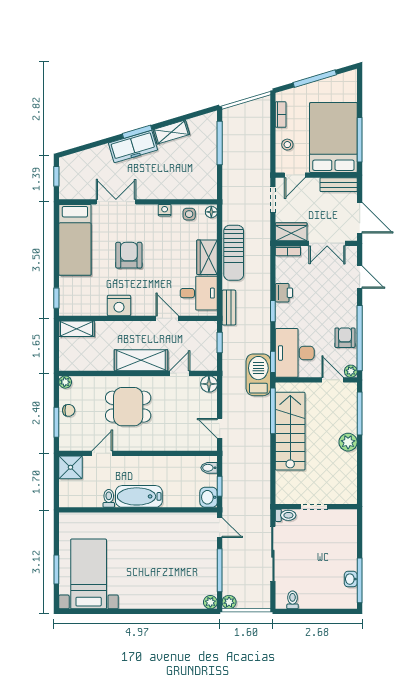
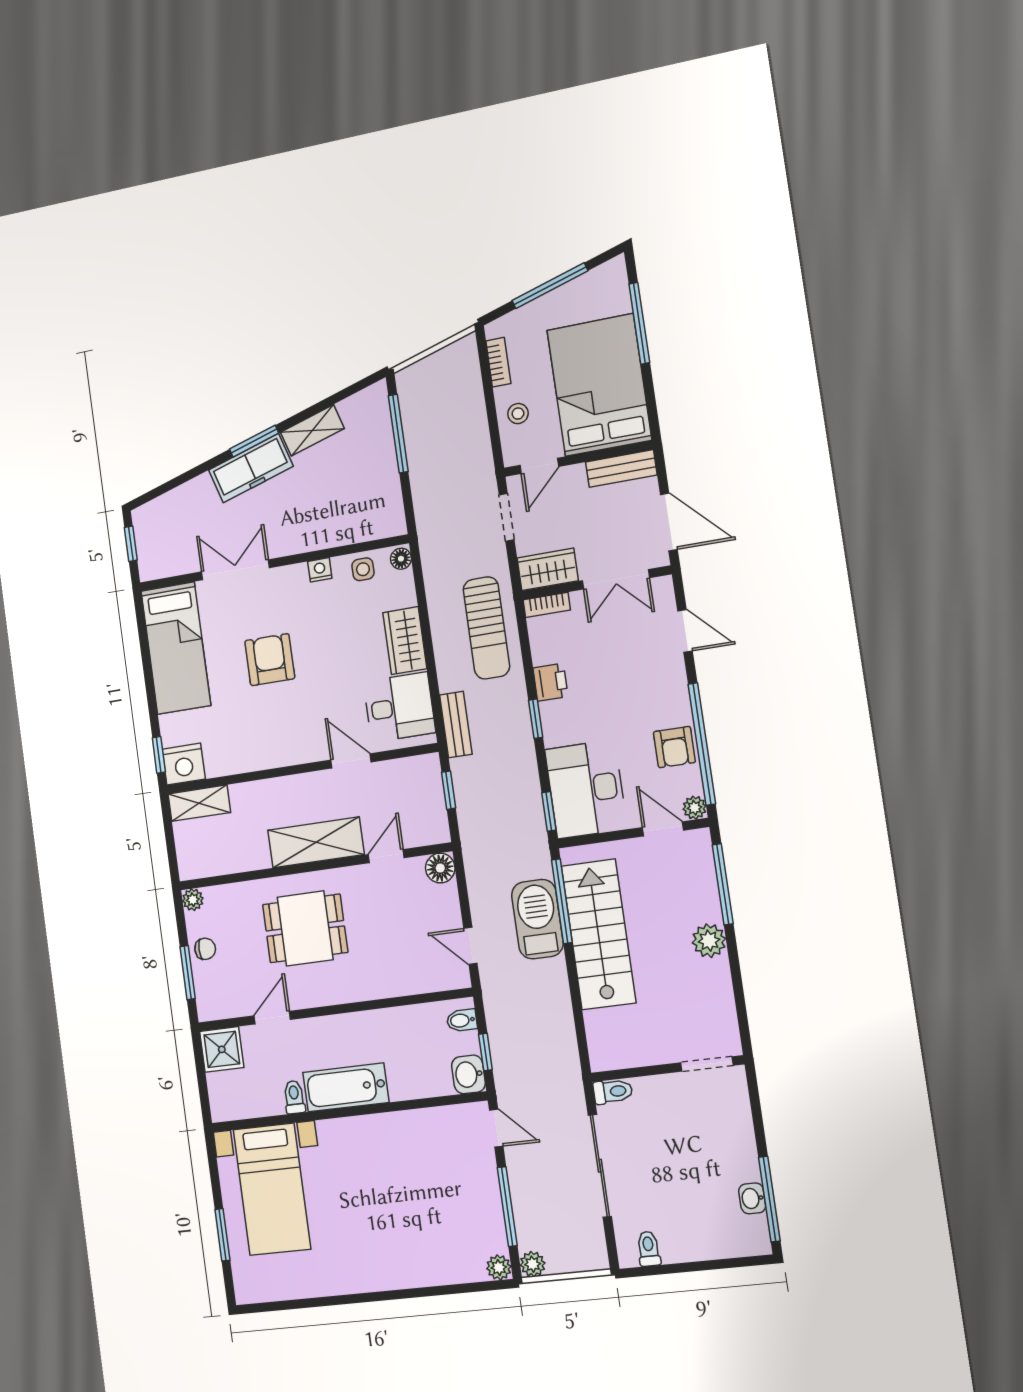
window: (360, 140) -> (639, 323), moved
sun lounger: (234, 253) -> (486, 628), moved
nightstand: (119, 306) -> (184, 764), moved
armchair: (345, 338) -> (674, 747), turned 180
barbecue: (258, 375) -> (537, 919), moved
doorway: (314, 507) -> (707, 1064), moved
bed with nightstands: (89, 574) -> (272, 1189), moved, turned 180

